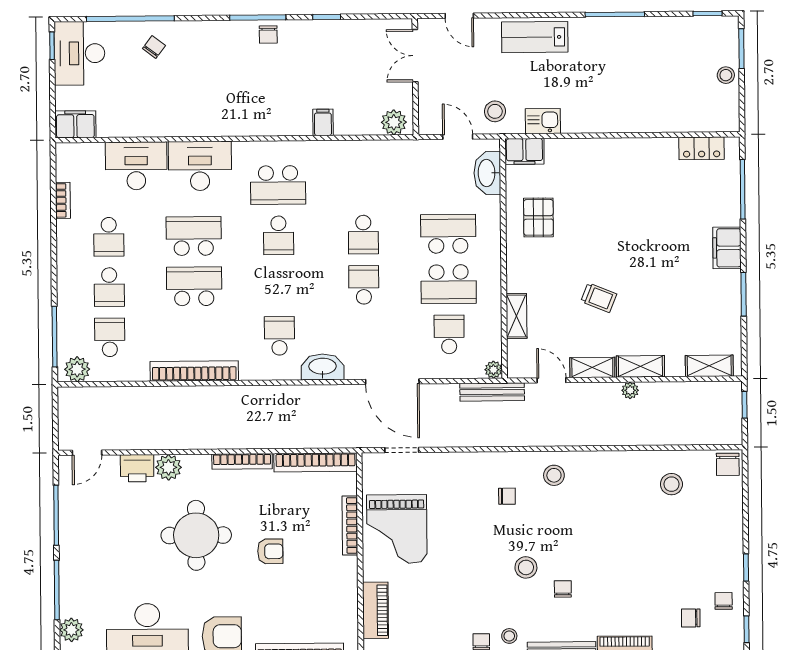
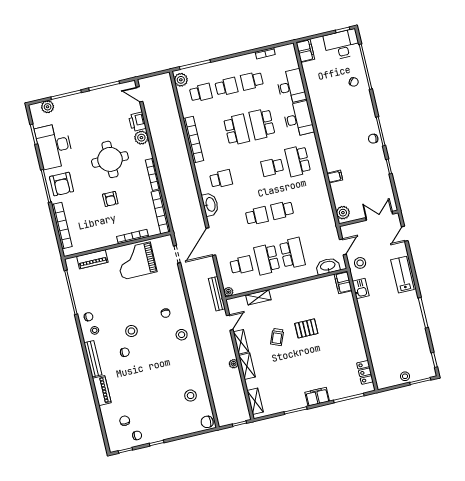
pallet: (538, 217) -> (306, 328), moved
school desk: (194, 236) -> (262, 124), turned 180
school desk: (109, 287) -> (226, 87), turned 180

